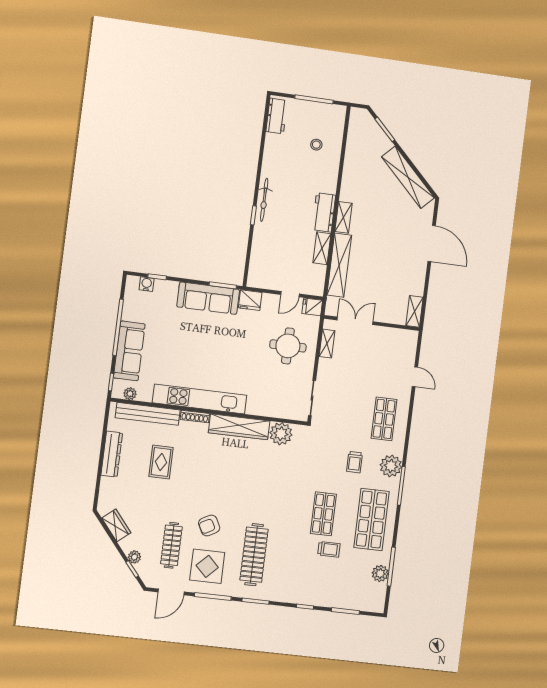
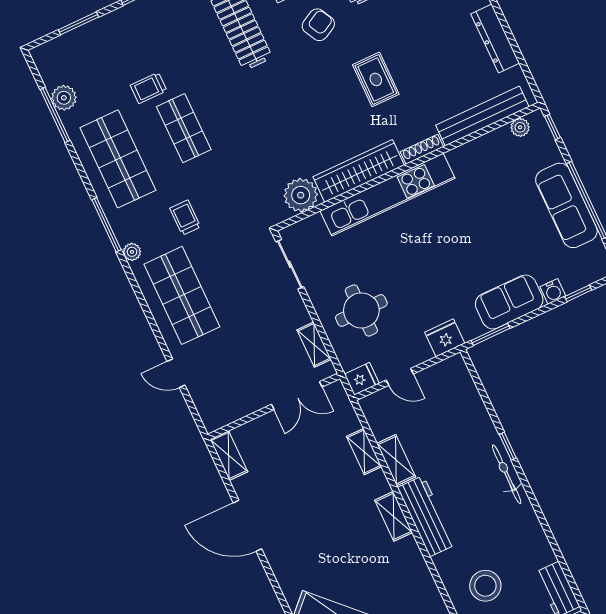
stool: (316, 145) -> (485, 586), width x1.89, depth x1.89
workbench: (324, 212) -> (427, 516), width x1.38
door: (432, 244) -> (248, 526), moved
shelving: (339, 265) -> (364, 452), width x0.45, depth x0.75
water cooler: (147, 284) -> (553, 291), moved
door: (290, 294) -> (400, 377), swing flipped
sofa: (208, 298) -> (509, 302), width x0.73
sofa: (129, 351) -> (566, 205), moved
kitchen unit: (200, 399) -> (387, 195), moved
shop shelf: (384, 419) -> (182, 295), width x1.43, depth x1.36
rug: (161, 462) -> (376, 79), moved
plant: (391, 466) -> (132, 252), width x0.53, depth x0.53

